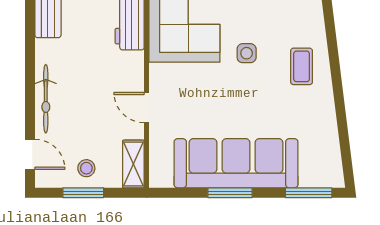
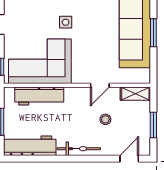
bicycle: (46, 99) -> (79, 149), moved
stool: (86, 168) -> (105, 119), moved

